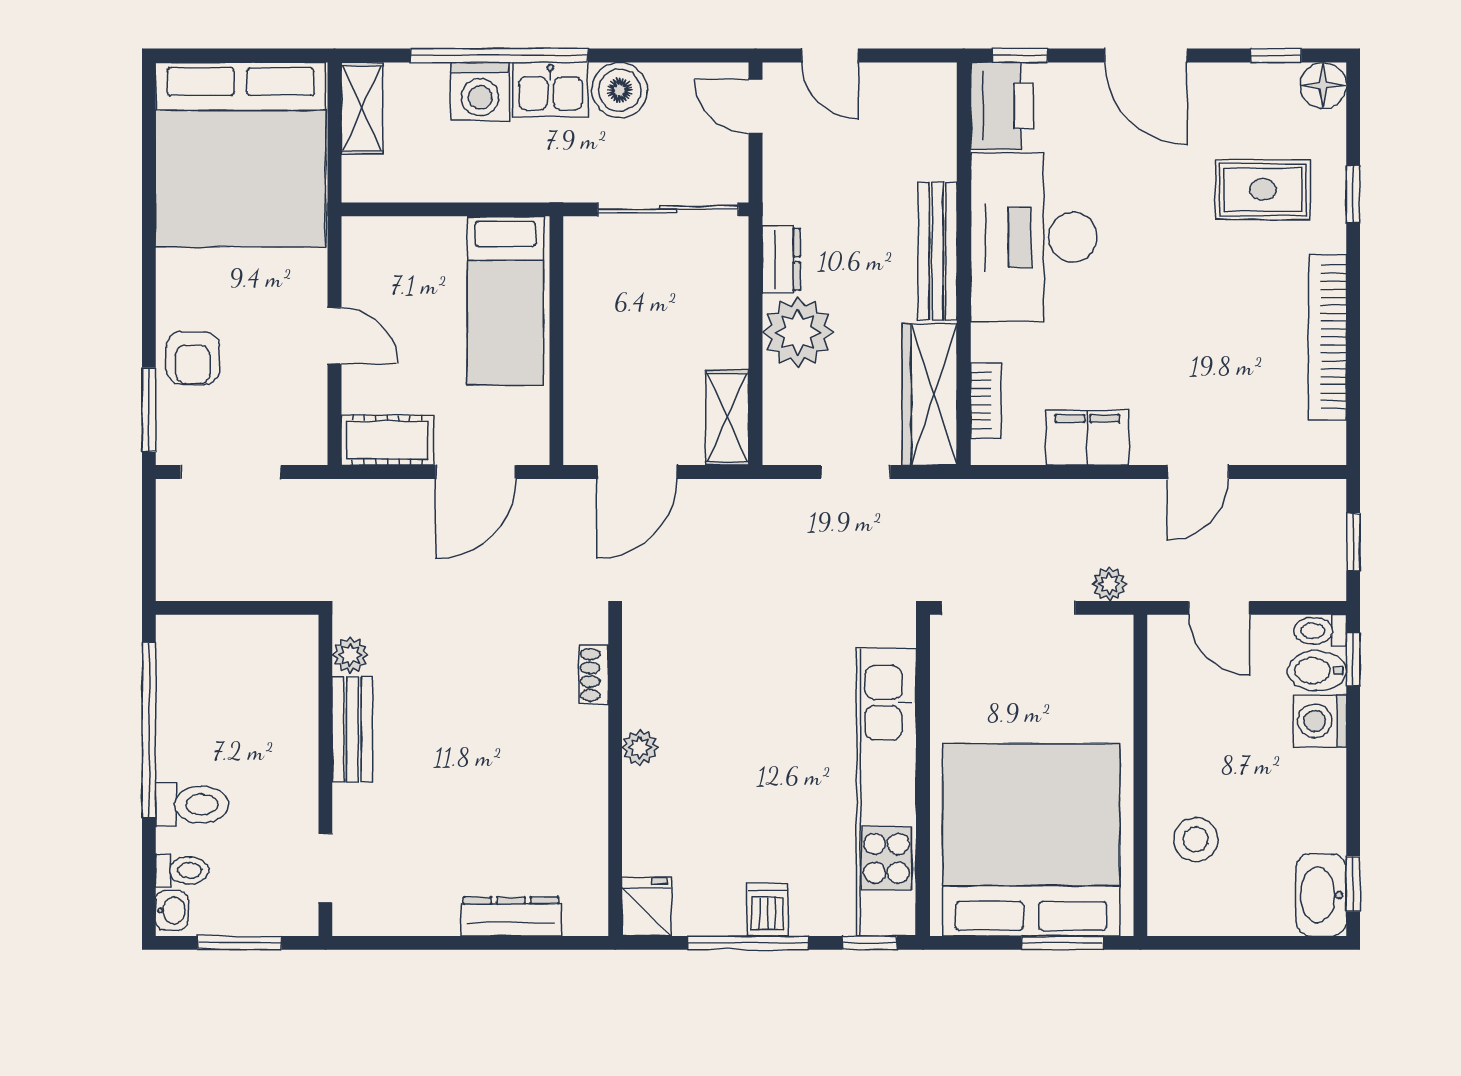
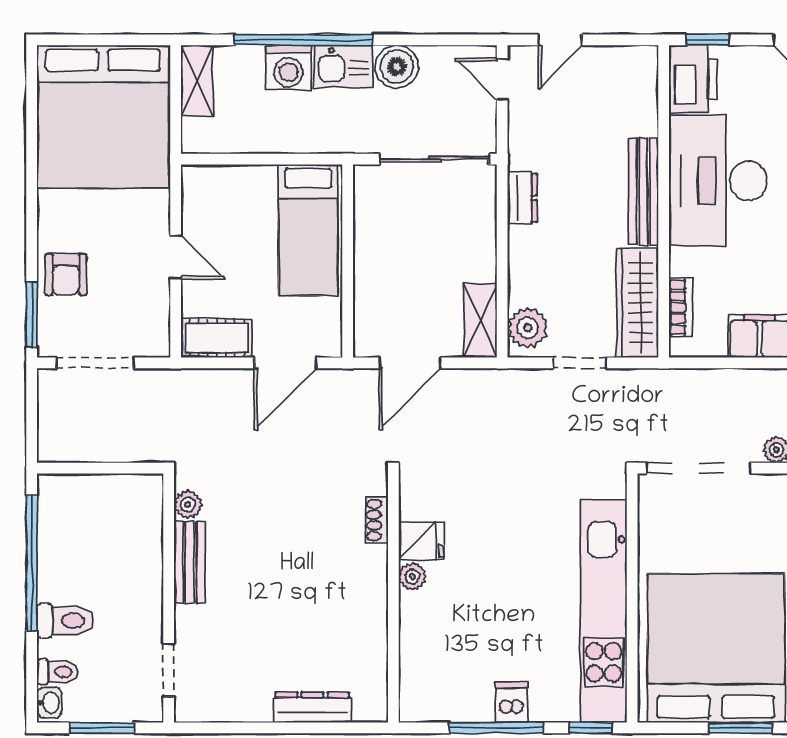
door: (830, 55) -> (560, 40), hinge flipped
plant: (798, 332) -> (528, 328), moved, width x0.73, depth x0.73
fridge: (647, 907) -> (421, 541), moved, turned 90

